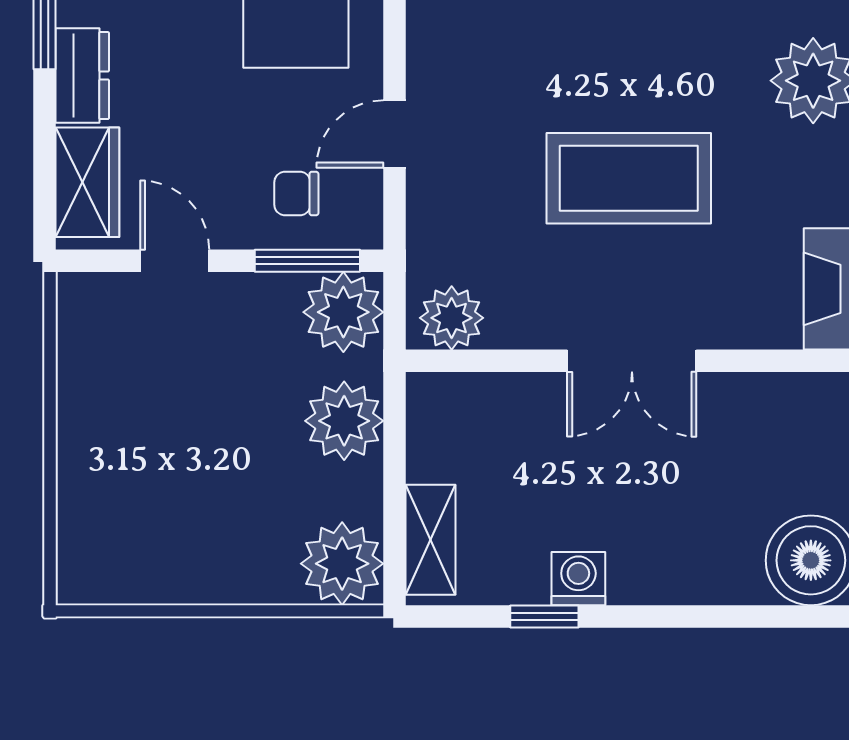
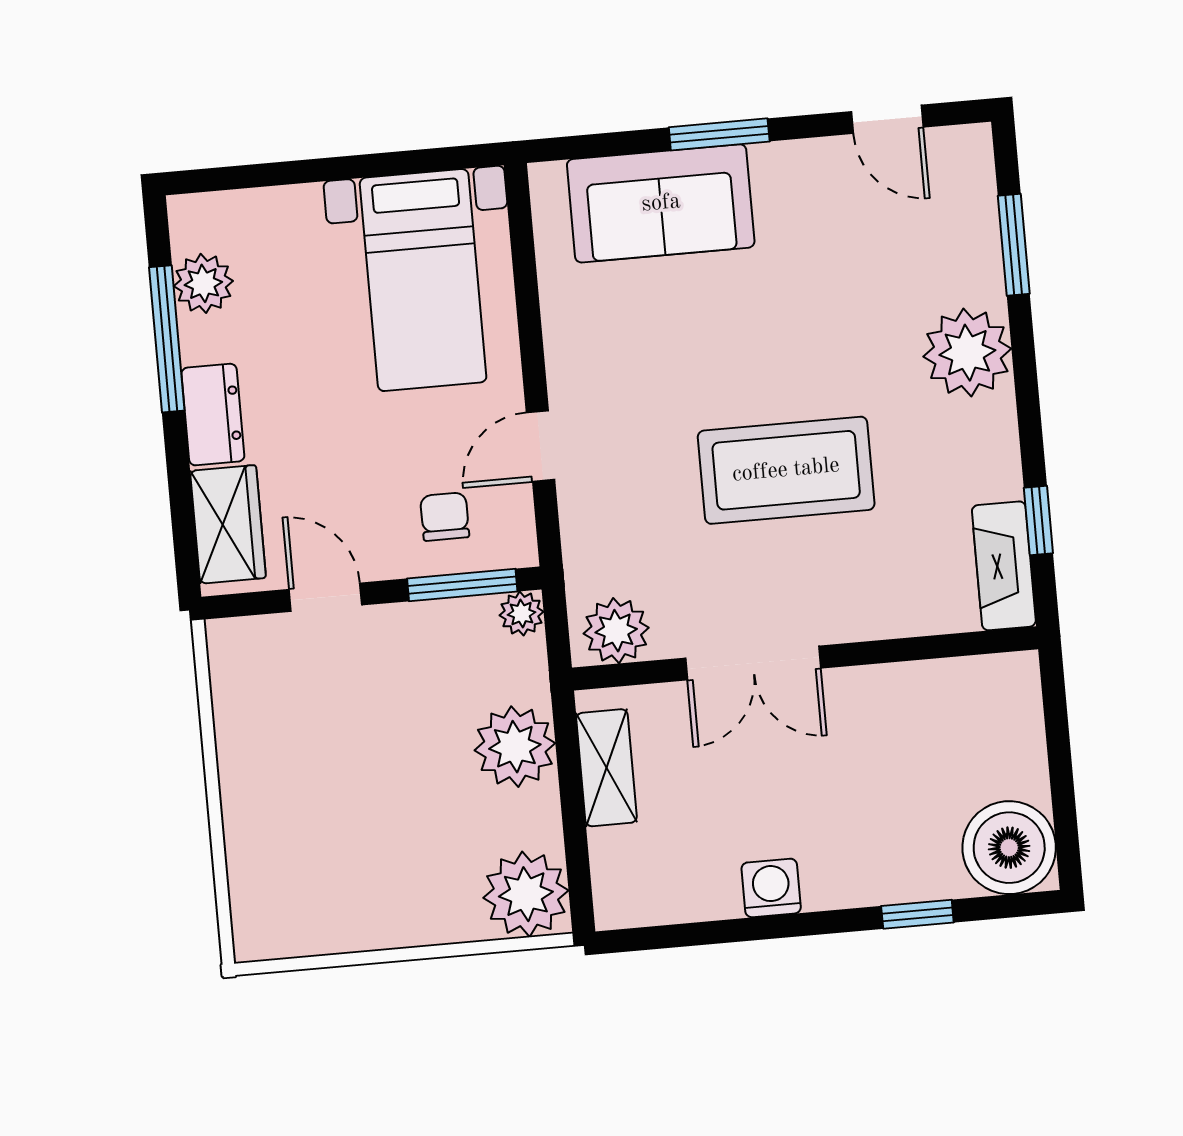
chair: (296, 194) -> (445, 517), turned 90
plant: (343, 312) -> (522, 613), width x0.53, depth x0.53
double door: (632, 361) -> (753, 663), moved
shelving: (430, 540) -> (607, 768), moved
window: (544, 616) -> (917, 914), moved

